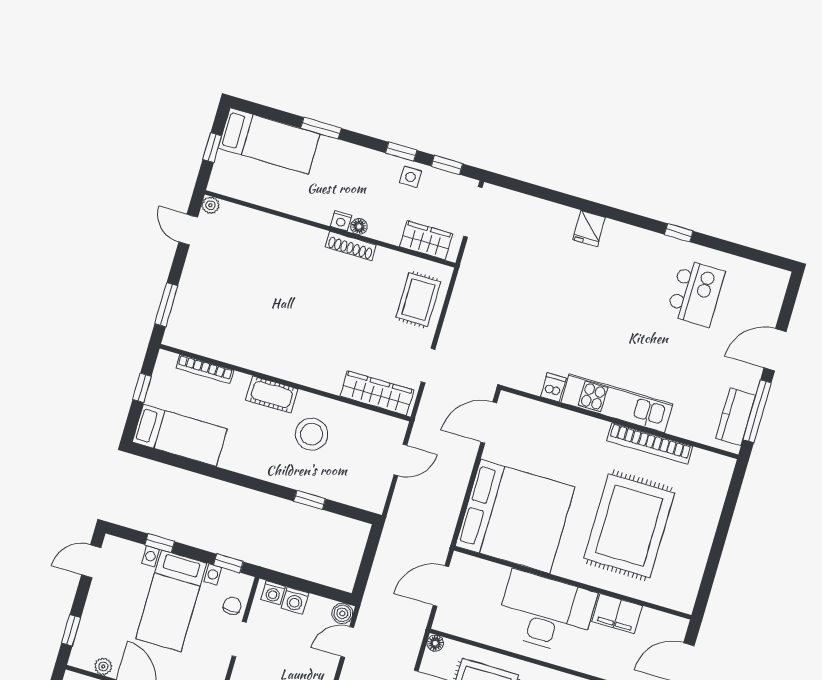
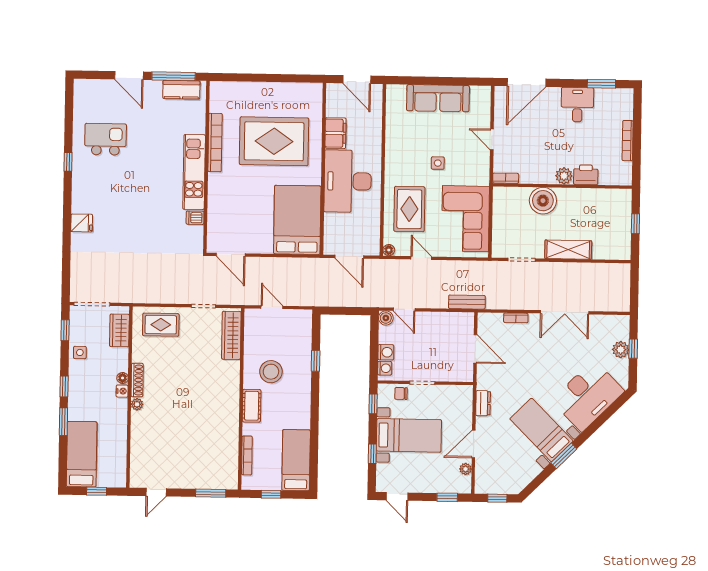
window: (401, 152) -> (64, 386), moved
plant: (210, 205) -> (137, 404), moved
bed: (515, 516) -> (297, 220), width x0.73

